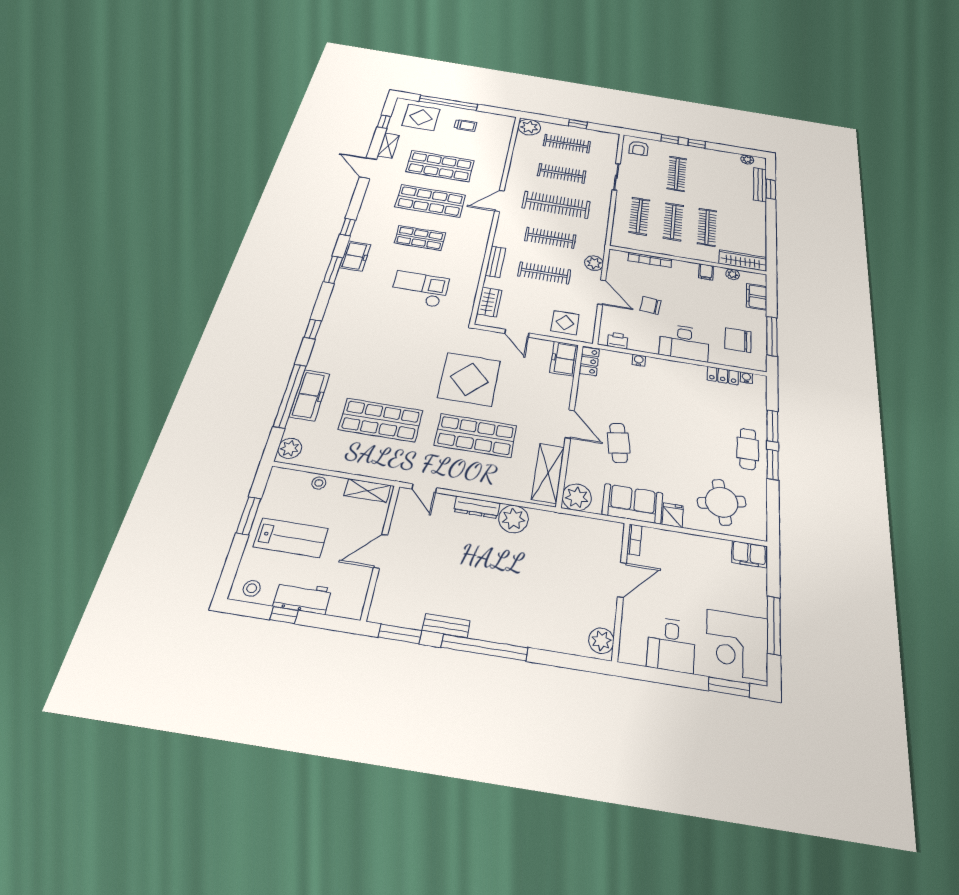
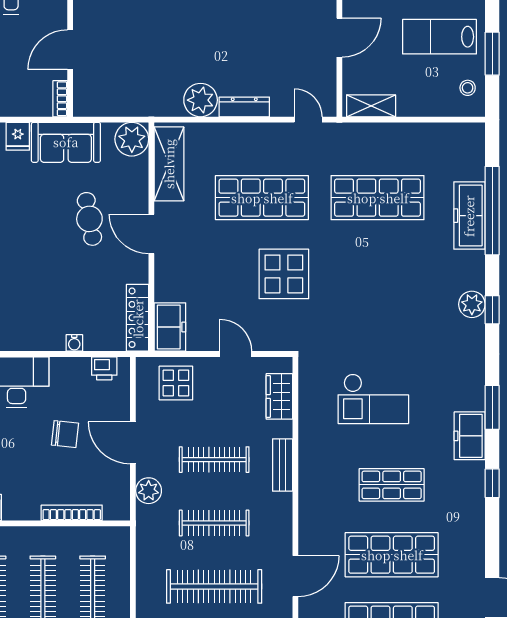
locker: (589, 361) -> (138, 318), width x1.53
display table: (469, 379) -> (284, 274), width x0.73, depth x0.73
plant: (290, 448) -> (472, 304), moved
stool: (319, 483) -> (468, 88), moved

